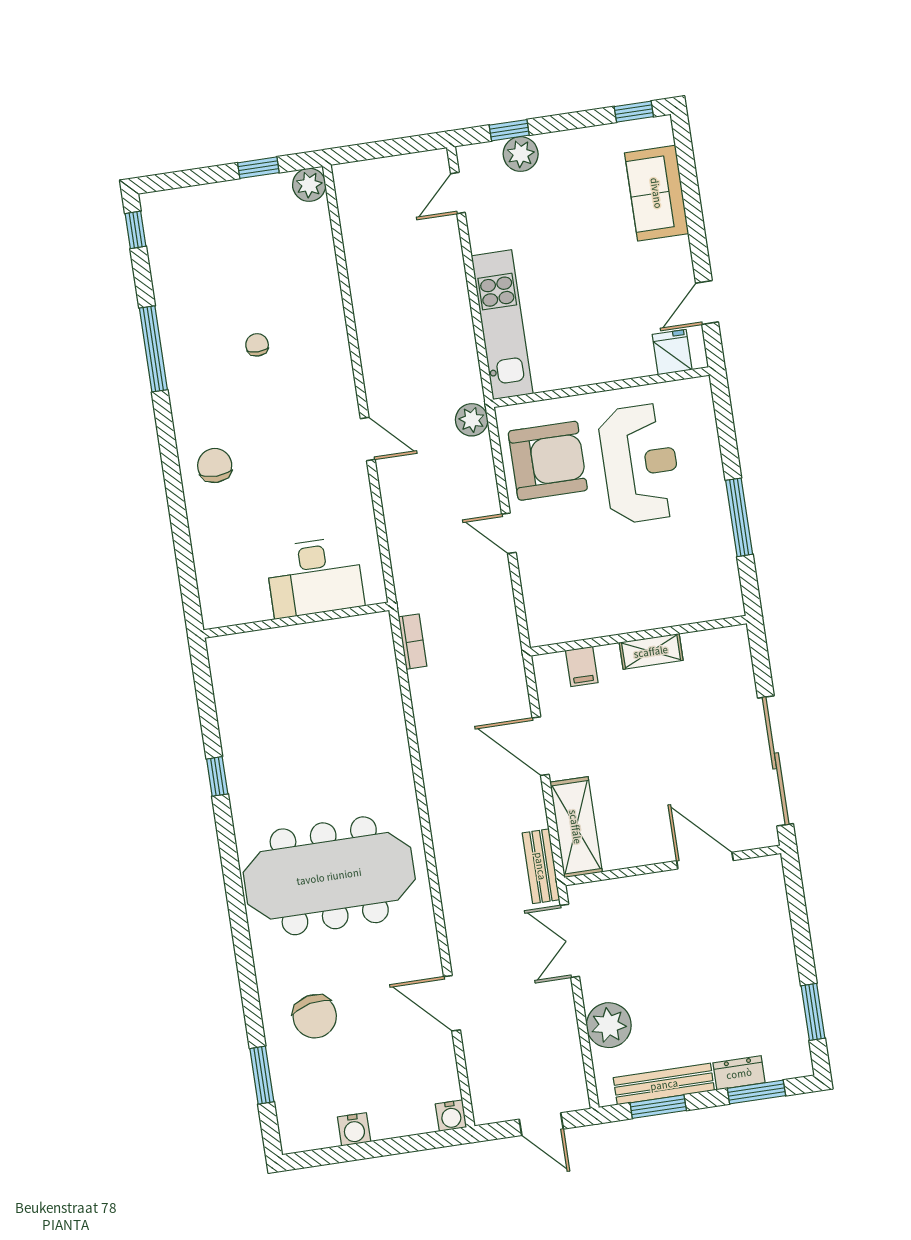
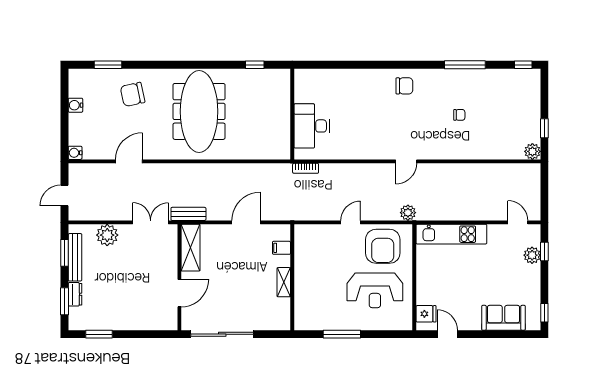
desk: (315, 577) -> (312, 126), moved
wall: (296, 620) -> (292, 114), moved
shelving: (576, 827) -> (191, 248), moved, turned 90

